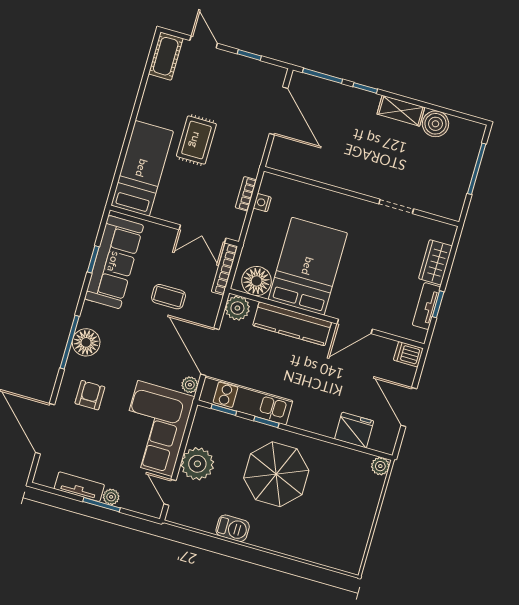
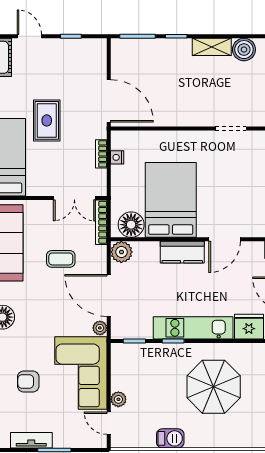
door: (279, 111) -> (109, 101), moved
kitchen counter: (292, 324) -> (182, 252), width x0.67
armchair: (90, 395) -> (28, 381), moved, turned -90
kitchen unit: (246, 400) -> (193, 328), moved
plant: (197, 464) -> (118, 399), width x0.53, depth x0.53
parasol: (276, 474) -> (214, 387), moved
plant: (111, 497) -> (61, 441), removed

